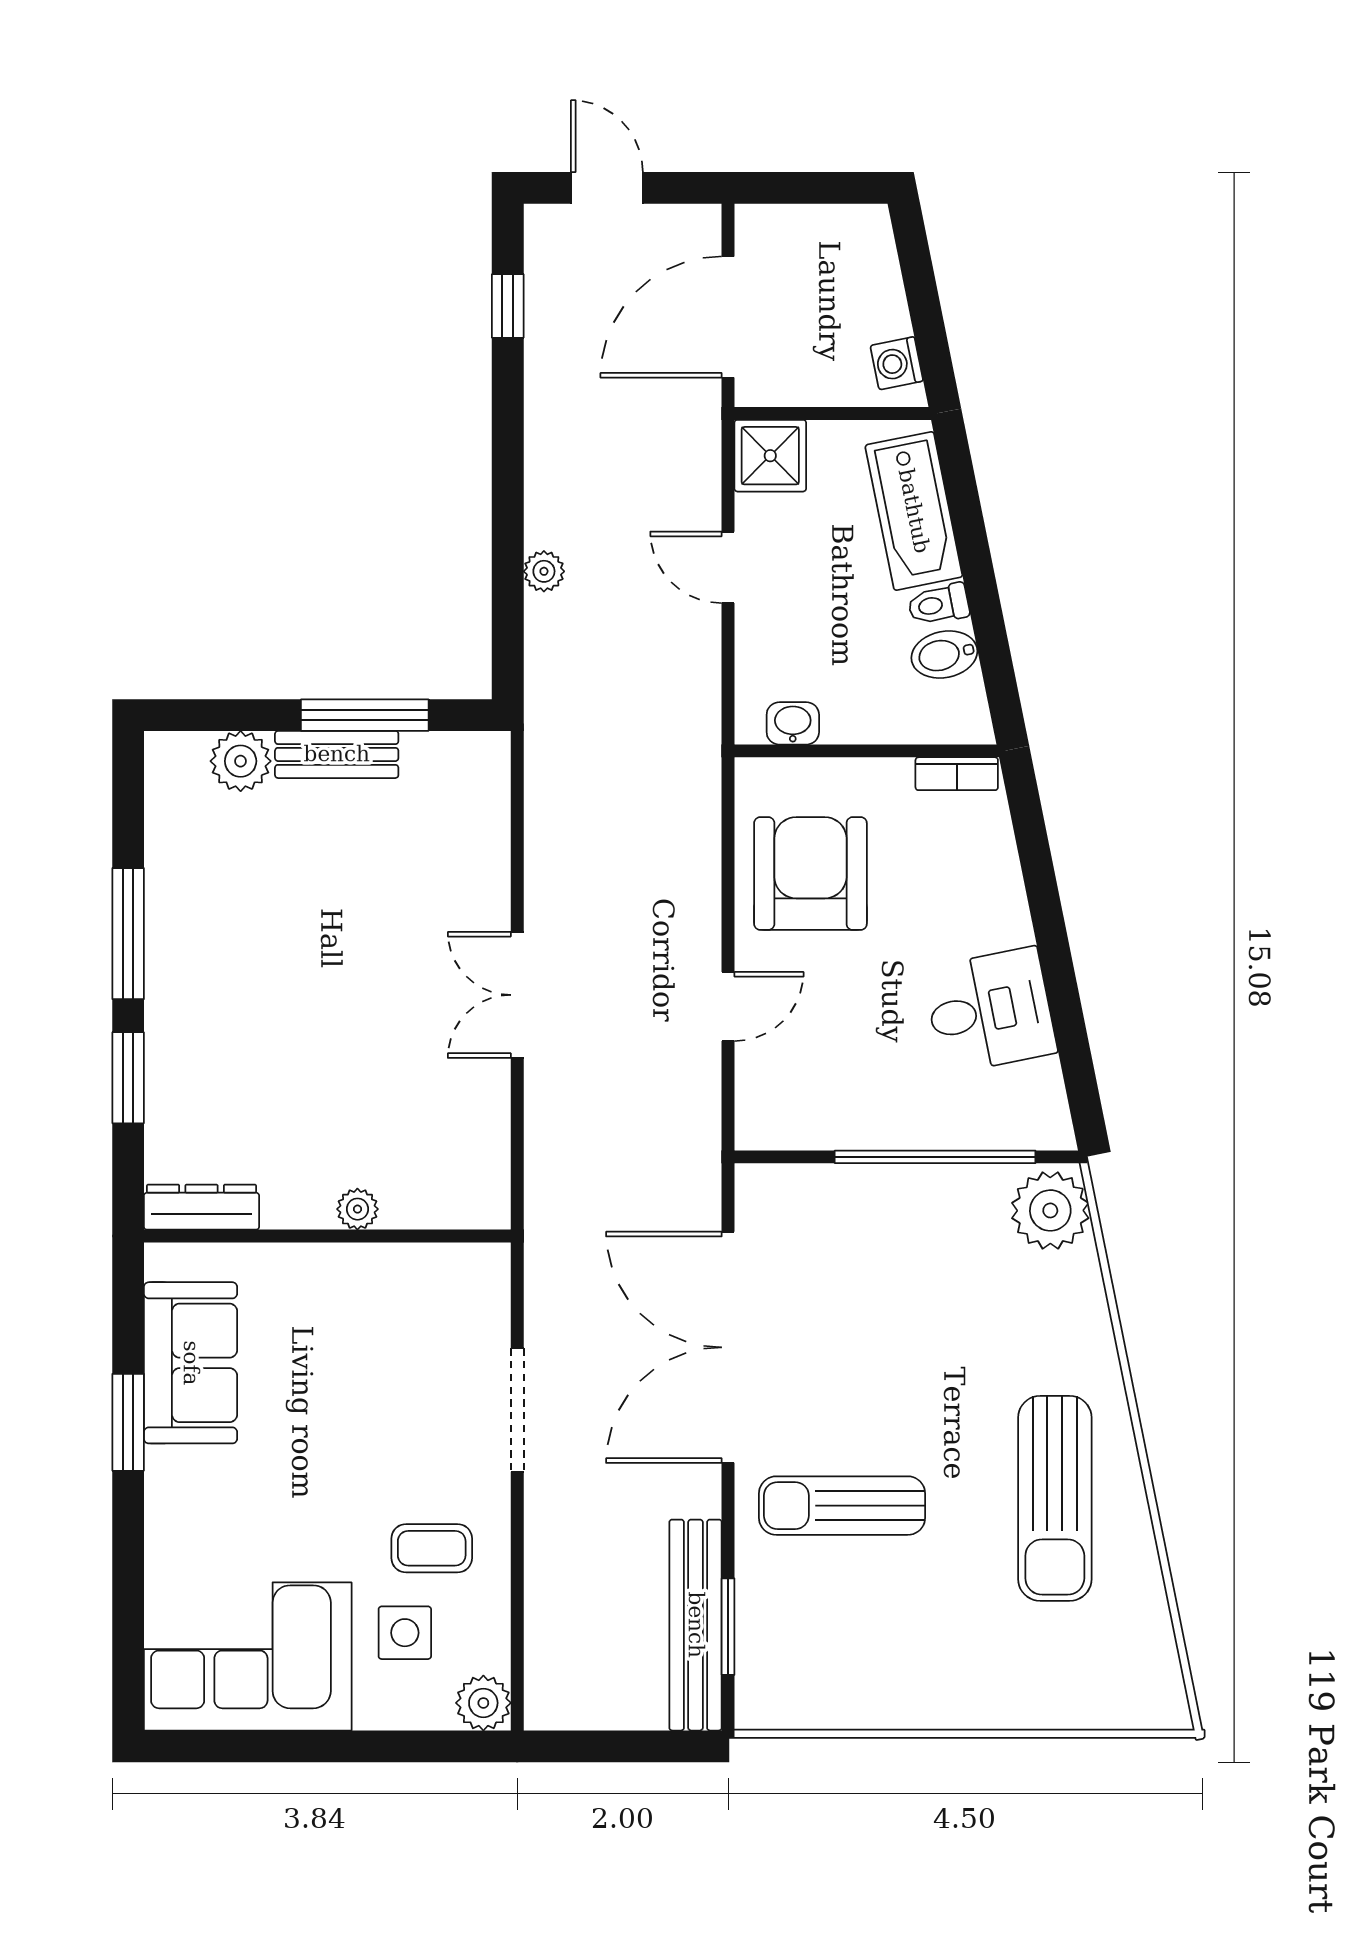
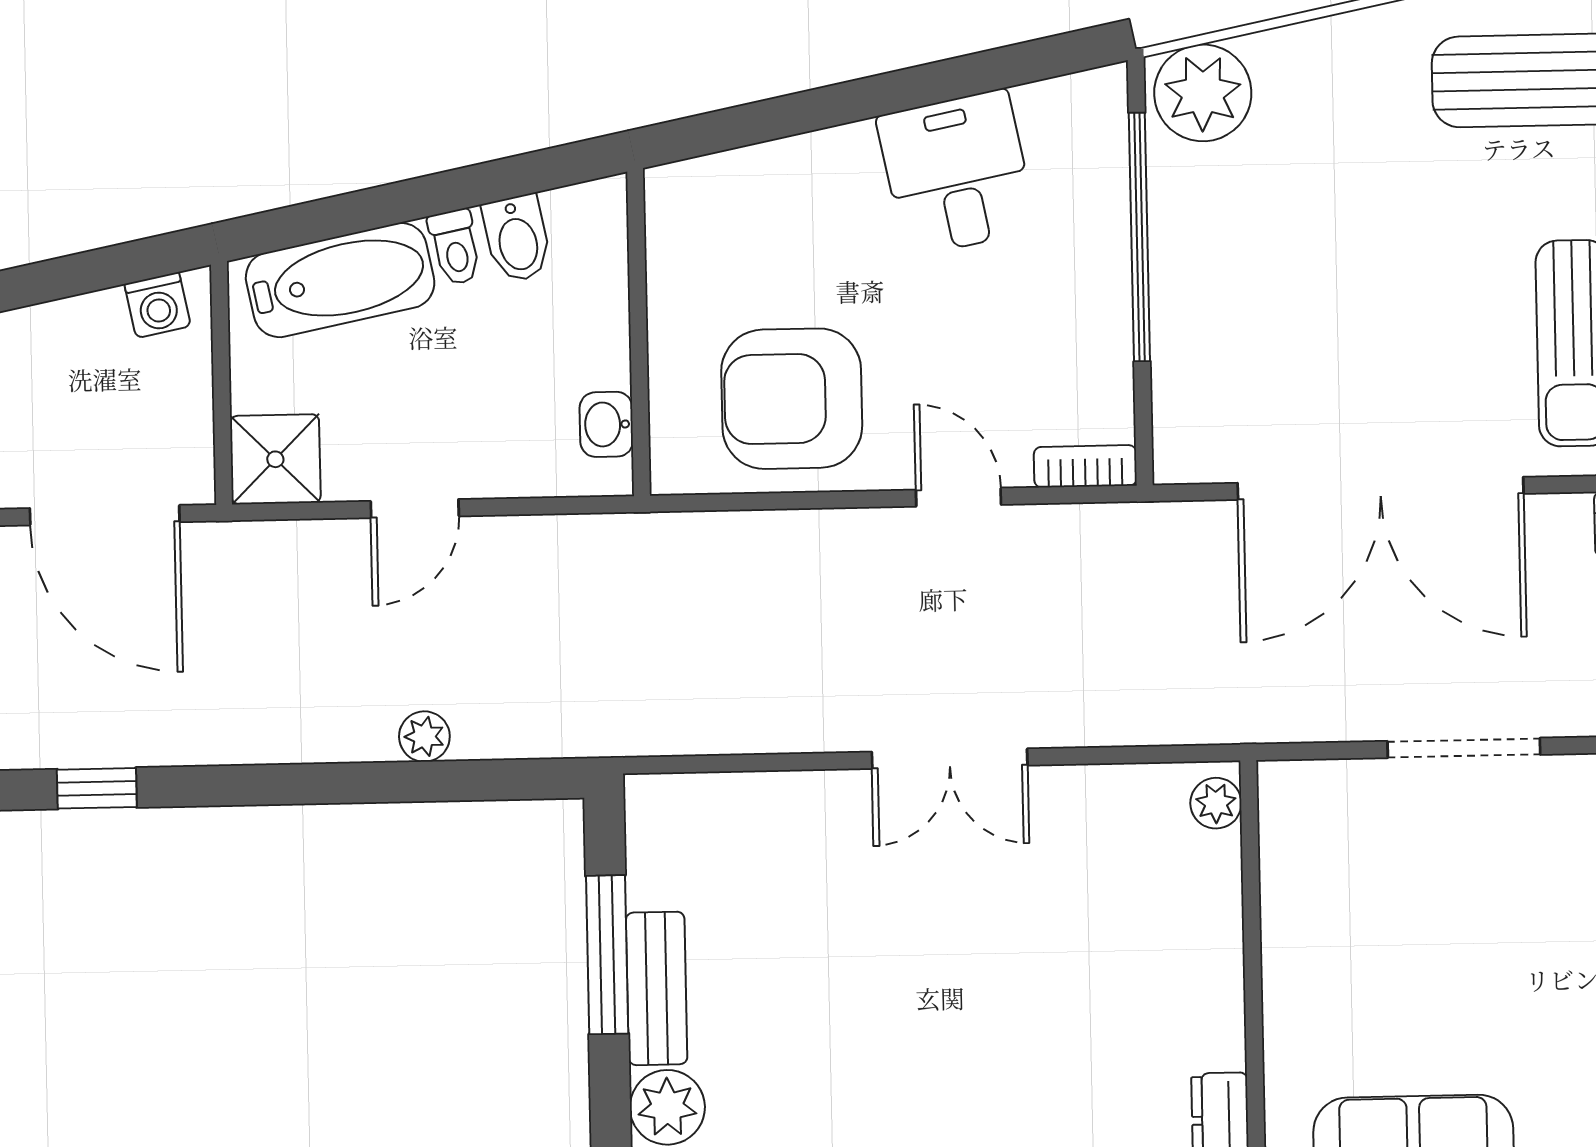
bookcase: (957, 774) -> (1085, 466), moved, turned -90
plant: (357, 1209) -> (1216, 803), moved

